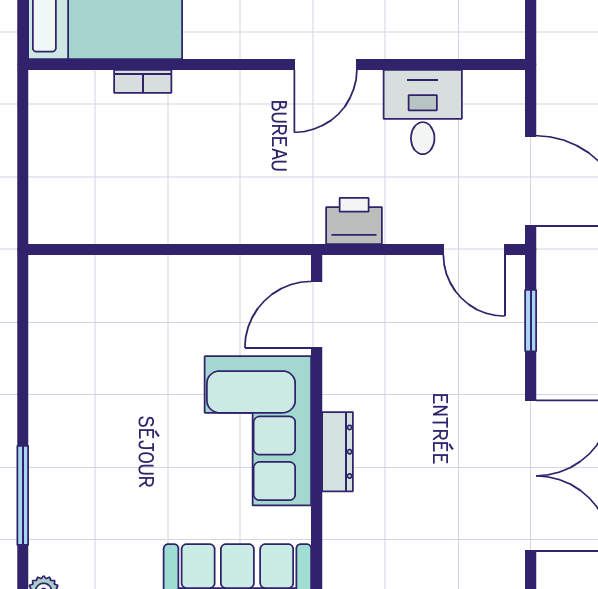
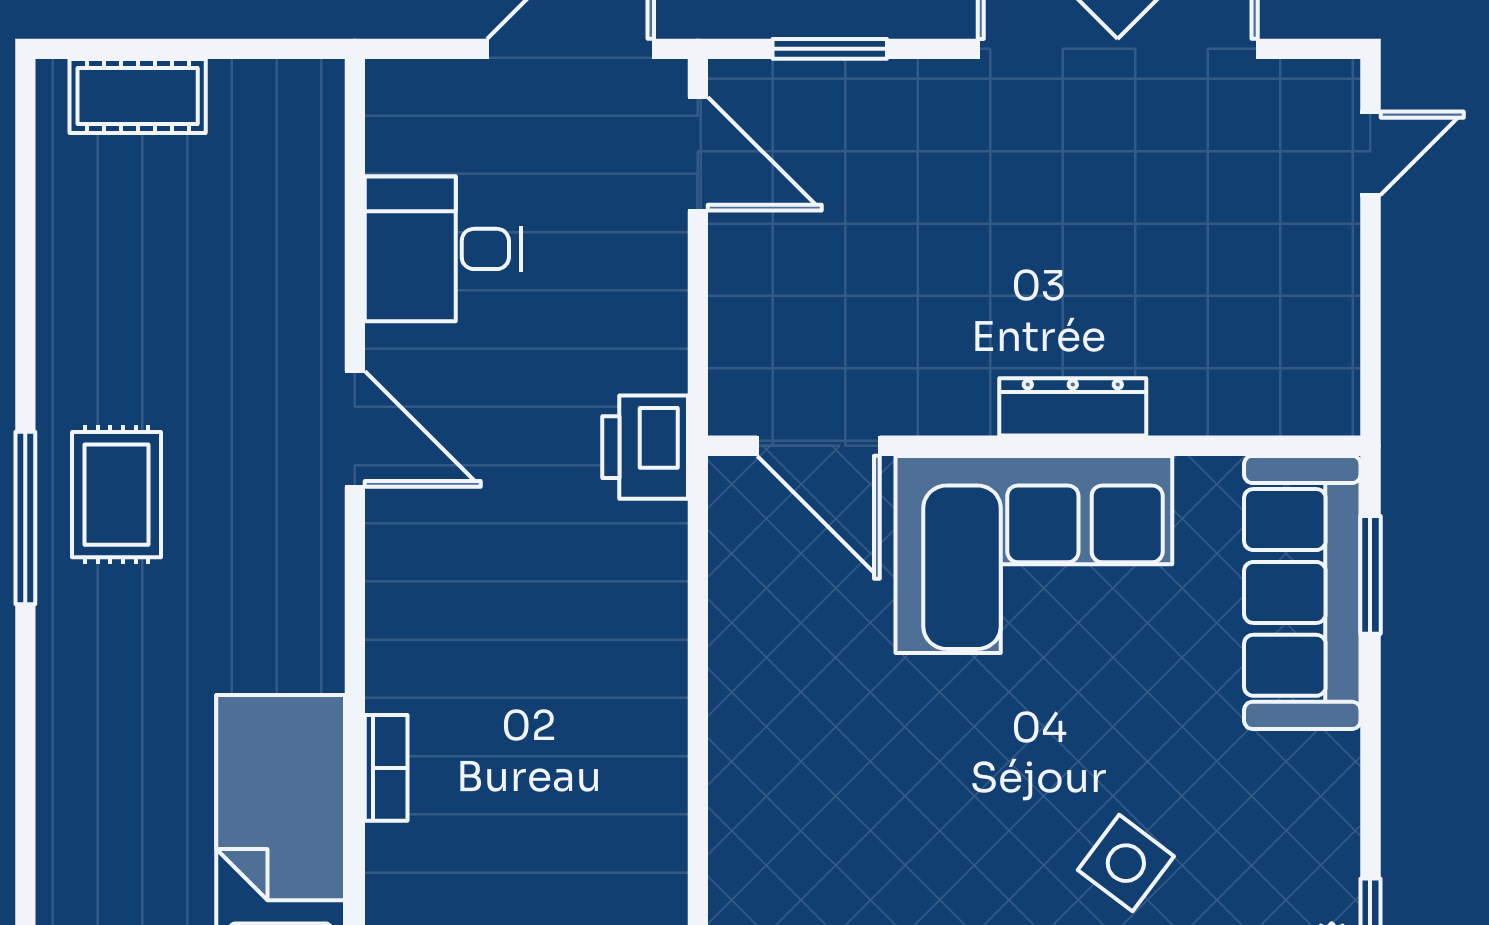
printer: (354, 221) -> (645, 447), moved
door: (474, 249) -> (698, 154), hinge flipped
side table: (91, 480) -> (1126, 863), added

